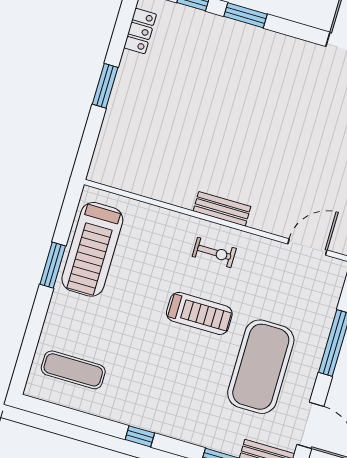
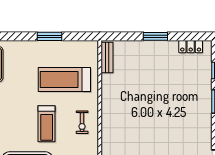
bench: (222, 209) -> (107, 57), moved
treadmill: (92, 249) -> (64, 79), moved

